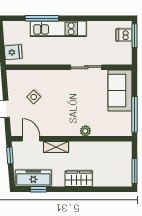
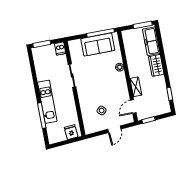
dishwasher: (124, 35) -> (60, 49), moved
sofa: (120, 90) -> (98, 45), moved
freezer: (33, 178) -> (151, 41), moved

